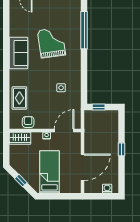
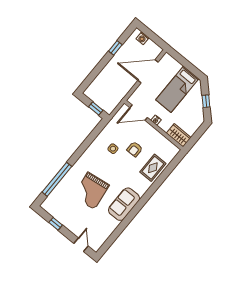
armchair: (28, 122) -> (135, 149), moved
window: (121, 149) -> (115, 48), moved

